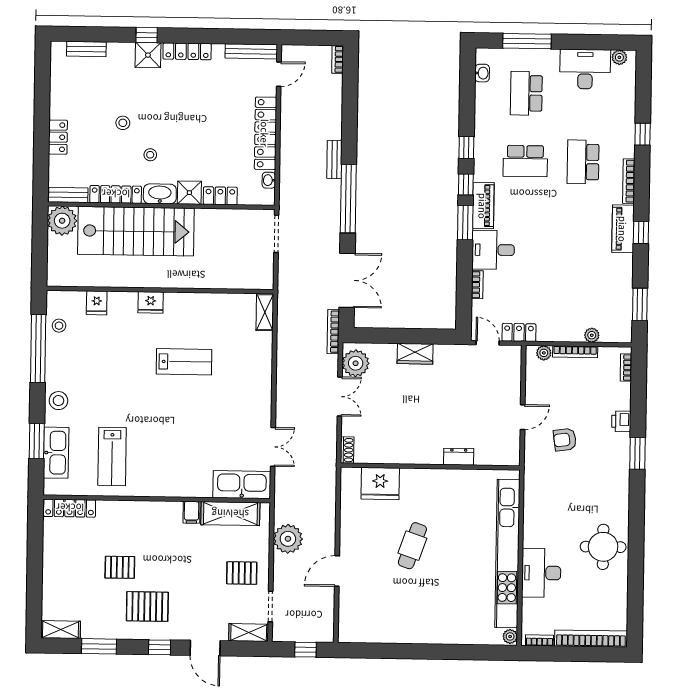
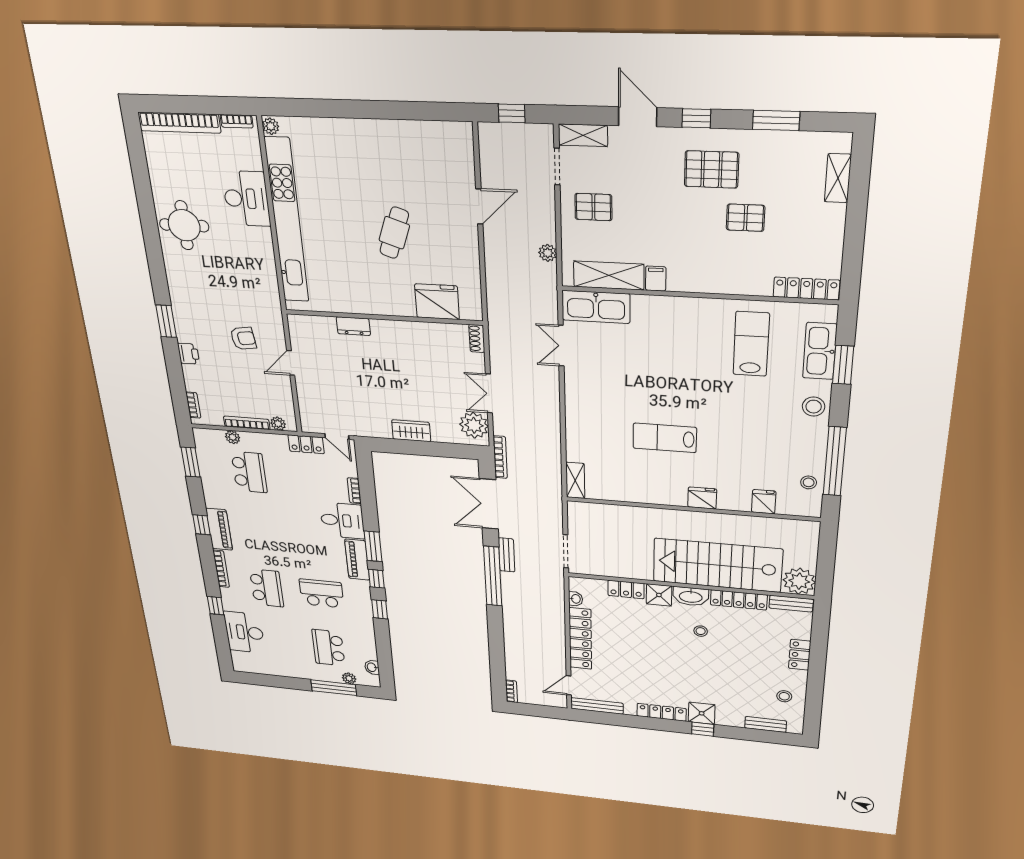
plant: (619, 57) -> (349, 678), moved
desk: (585, 69) -> (244, 632), moved, turned 90
school desk: (526, 93) -> (328, 648), turned 180
stool: (123, 123) -> (784, 696), moved
bench: (334, 160) -> (507, 555), moved
school desk: (581, 298) -> (249, 472), added
plant: (288, 539) -> (548, 253), width x0.53, depth x0.53
shelving: (61, 630) -> (838, 178), moved, turned 90

